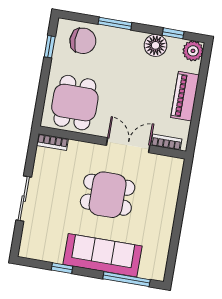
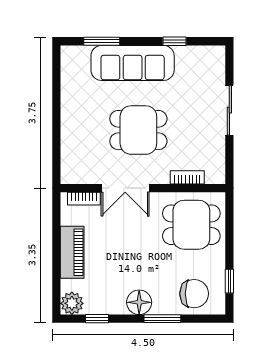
chair: (83, 41) -> (194, 294), turned 180
floor lamp: (155, 45) -> (139, 302), moved
dining table: (75, 103) -> (191, 225), turned 90
bookcase: (52, 142) -> (187, 177), moved
window: (127, 279) -> (102, 41), width x0.69

